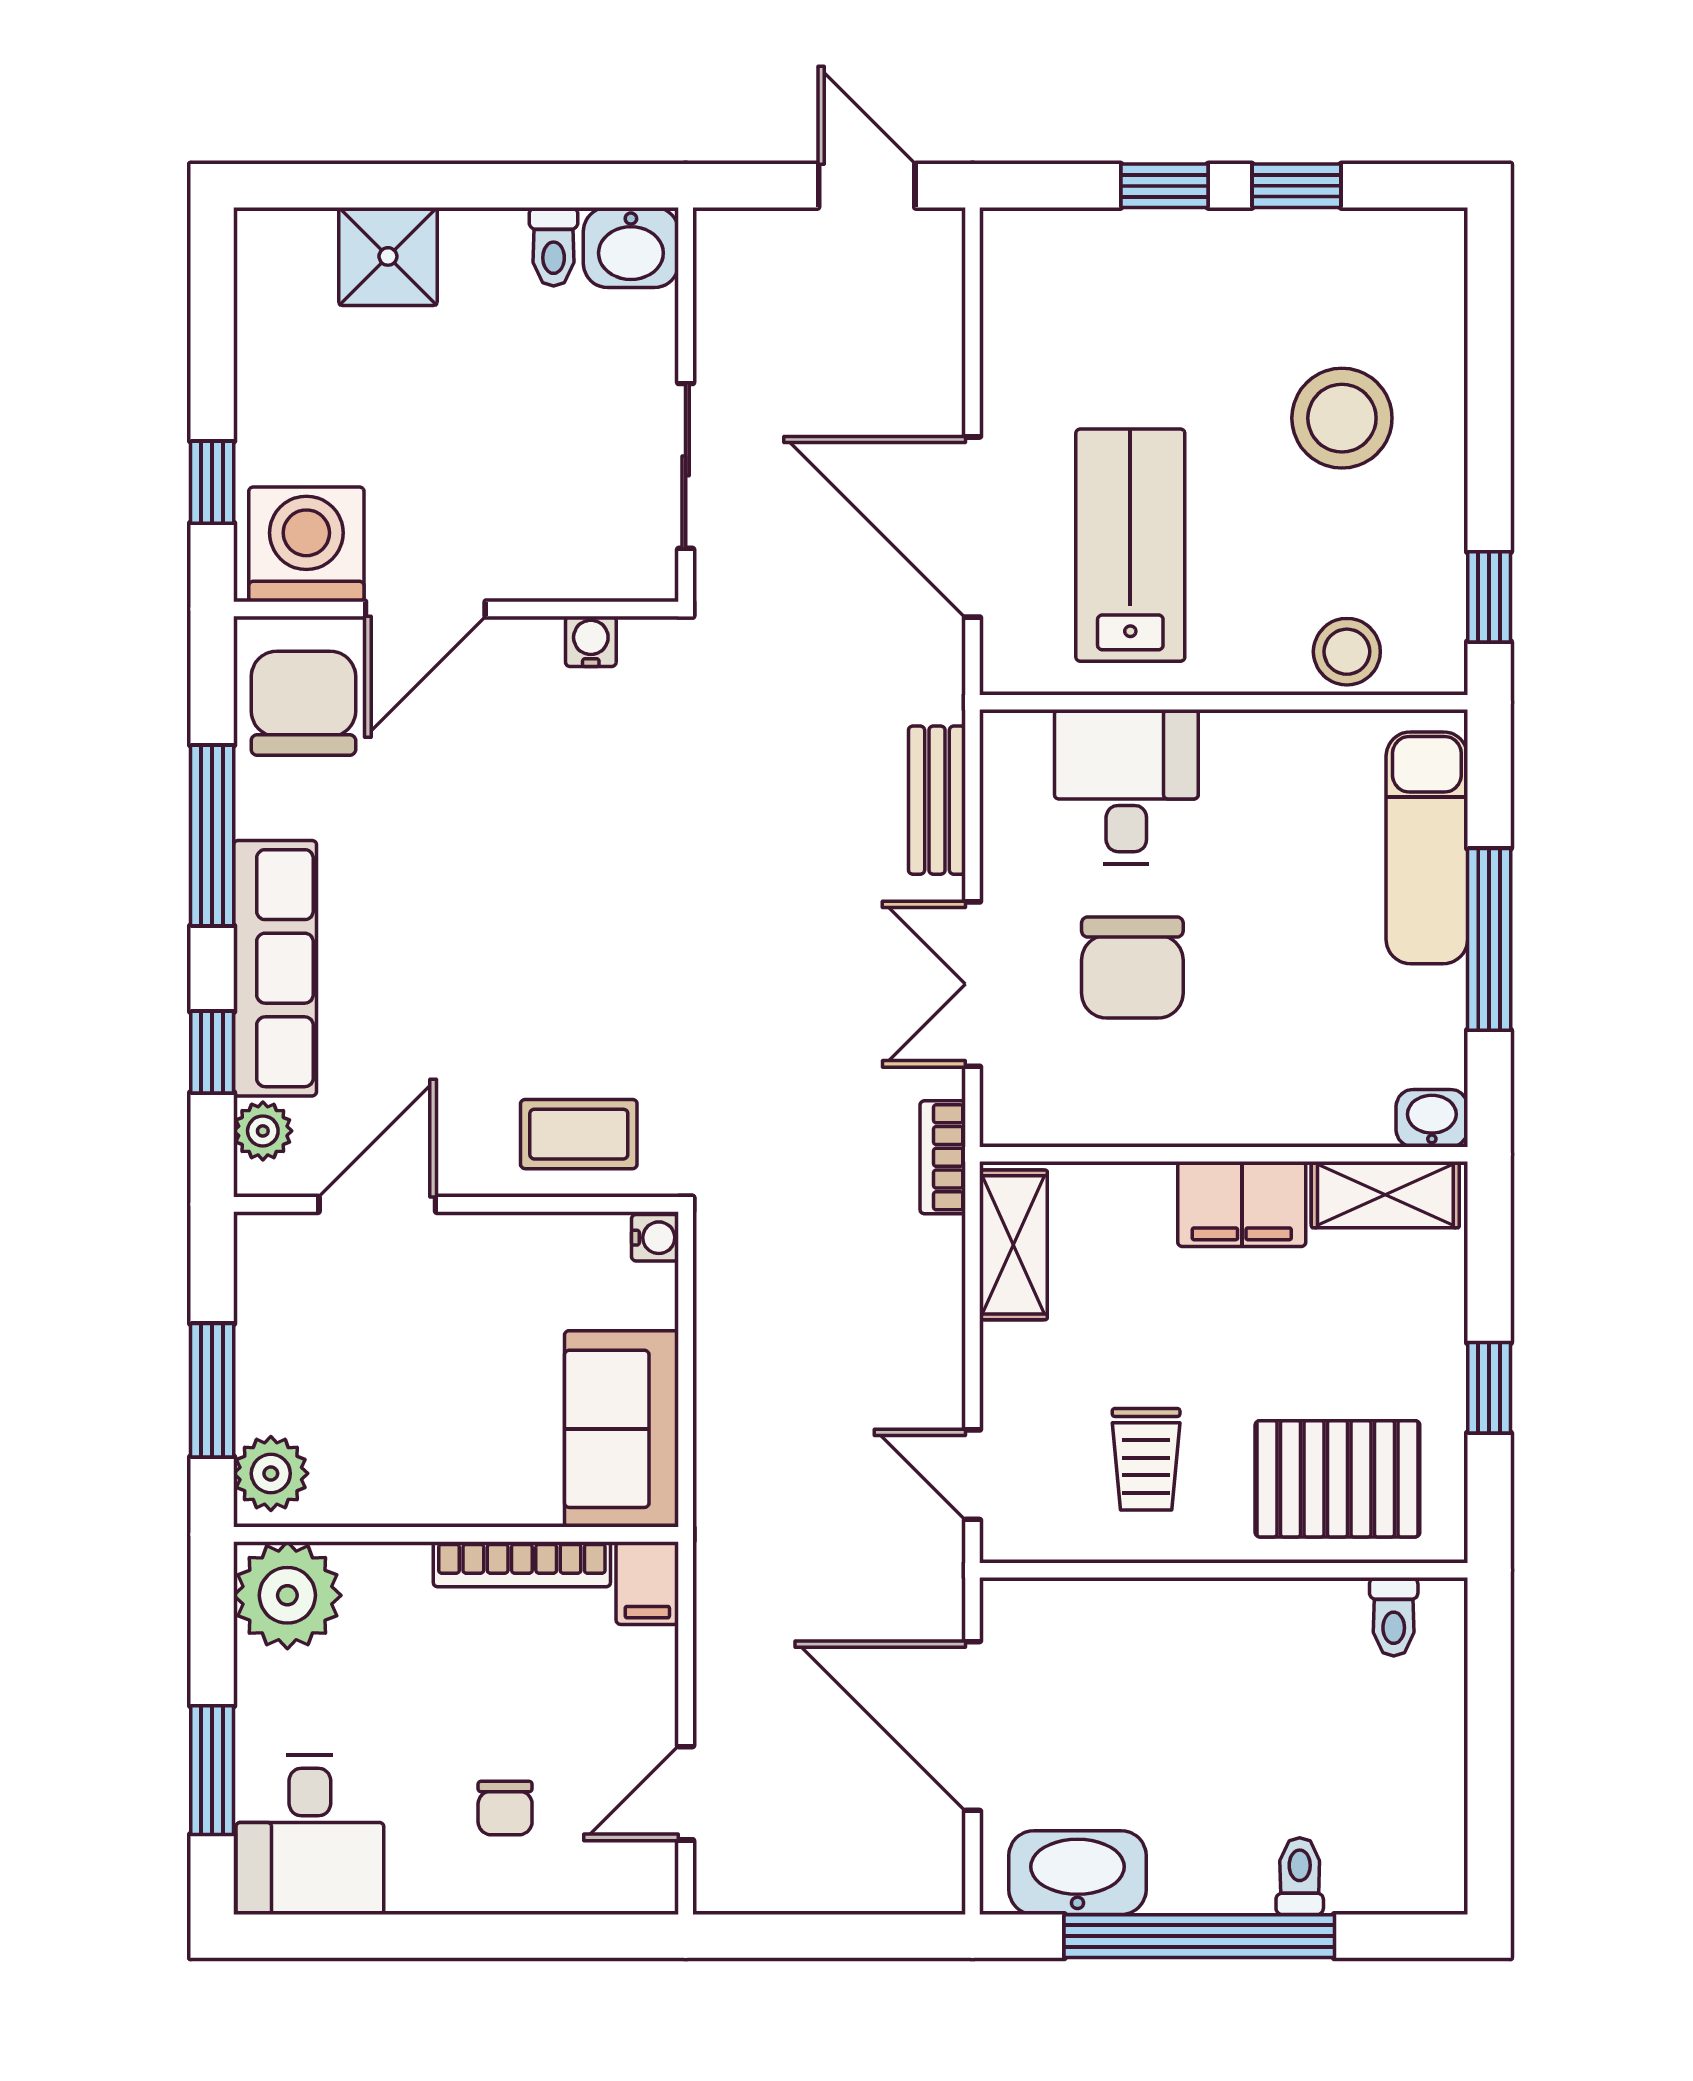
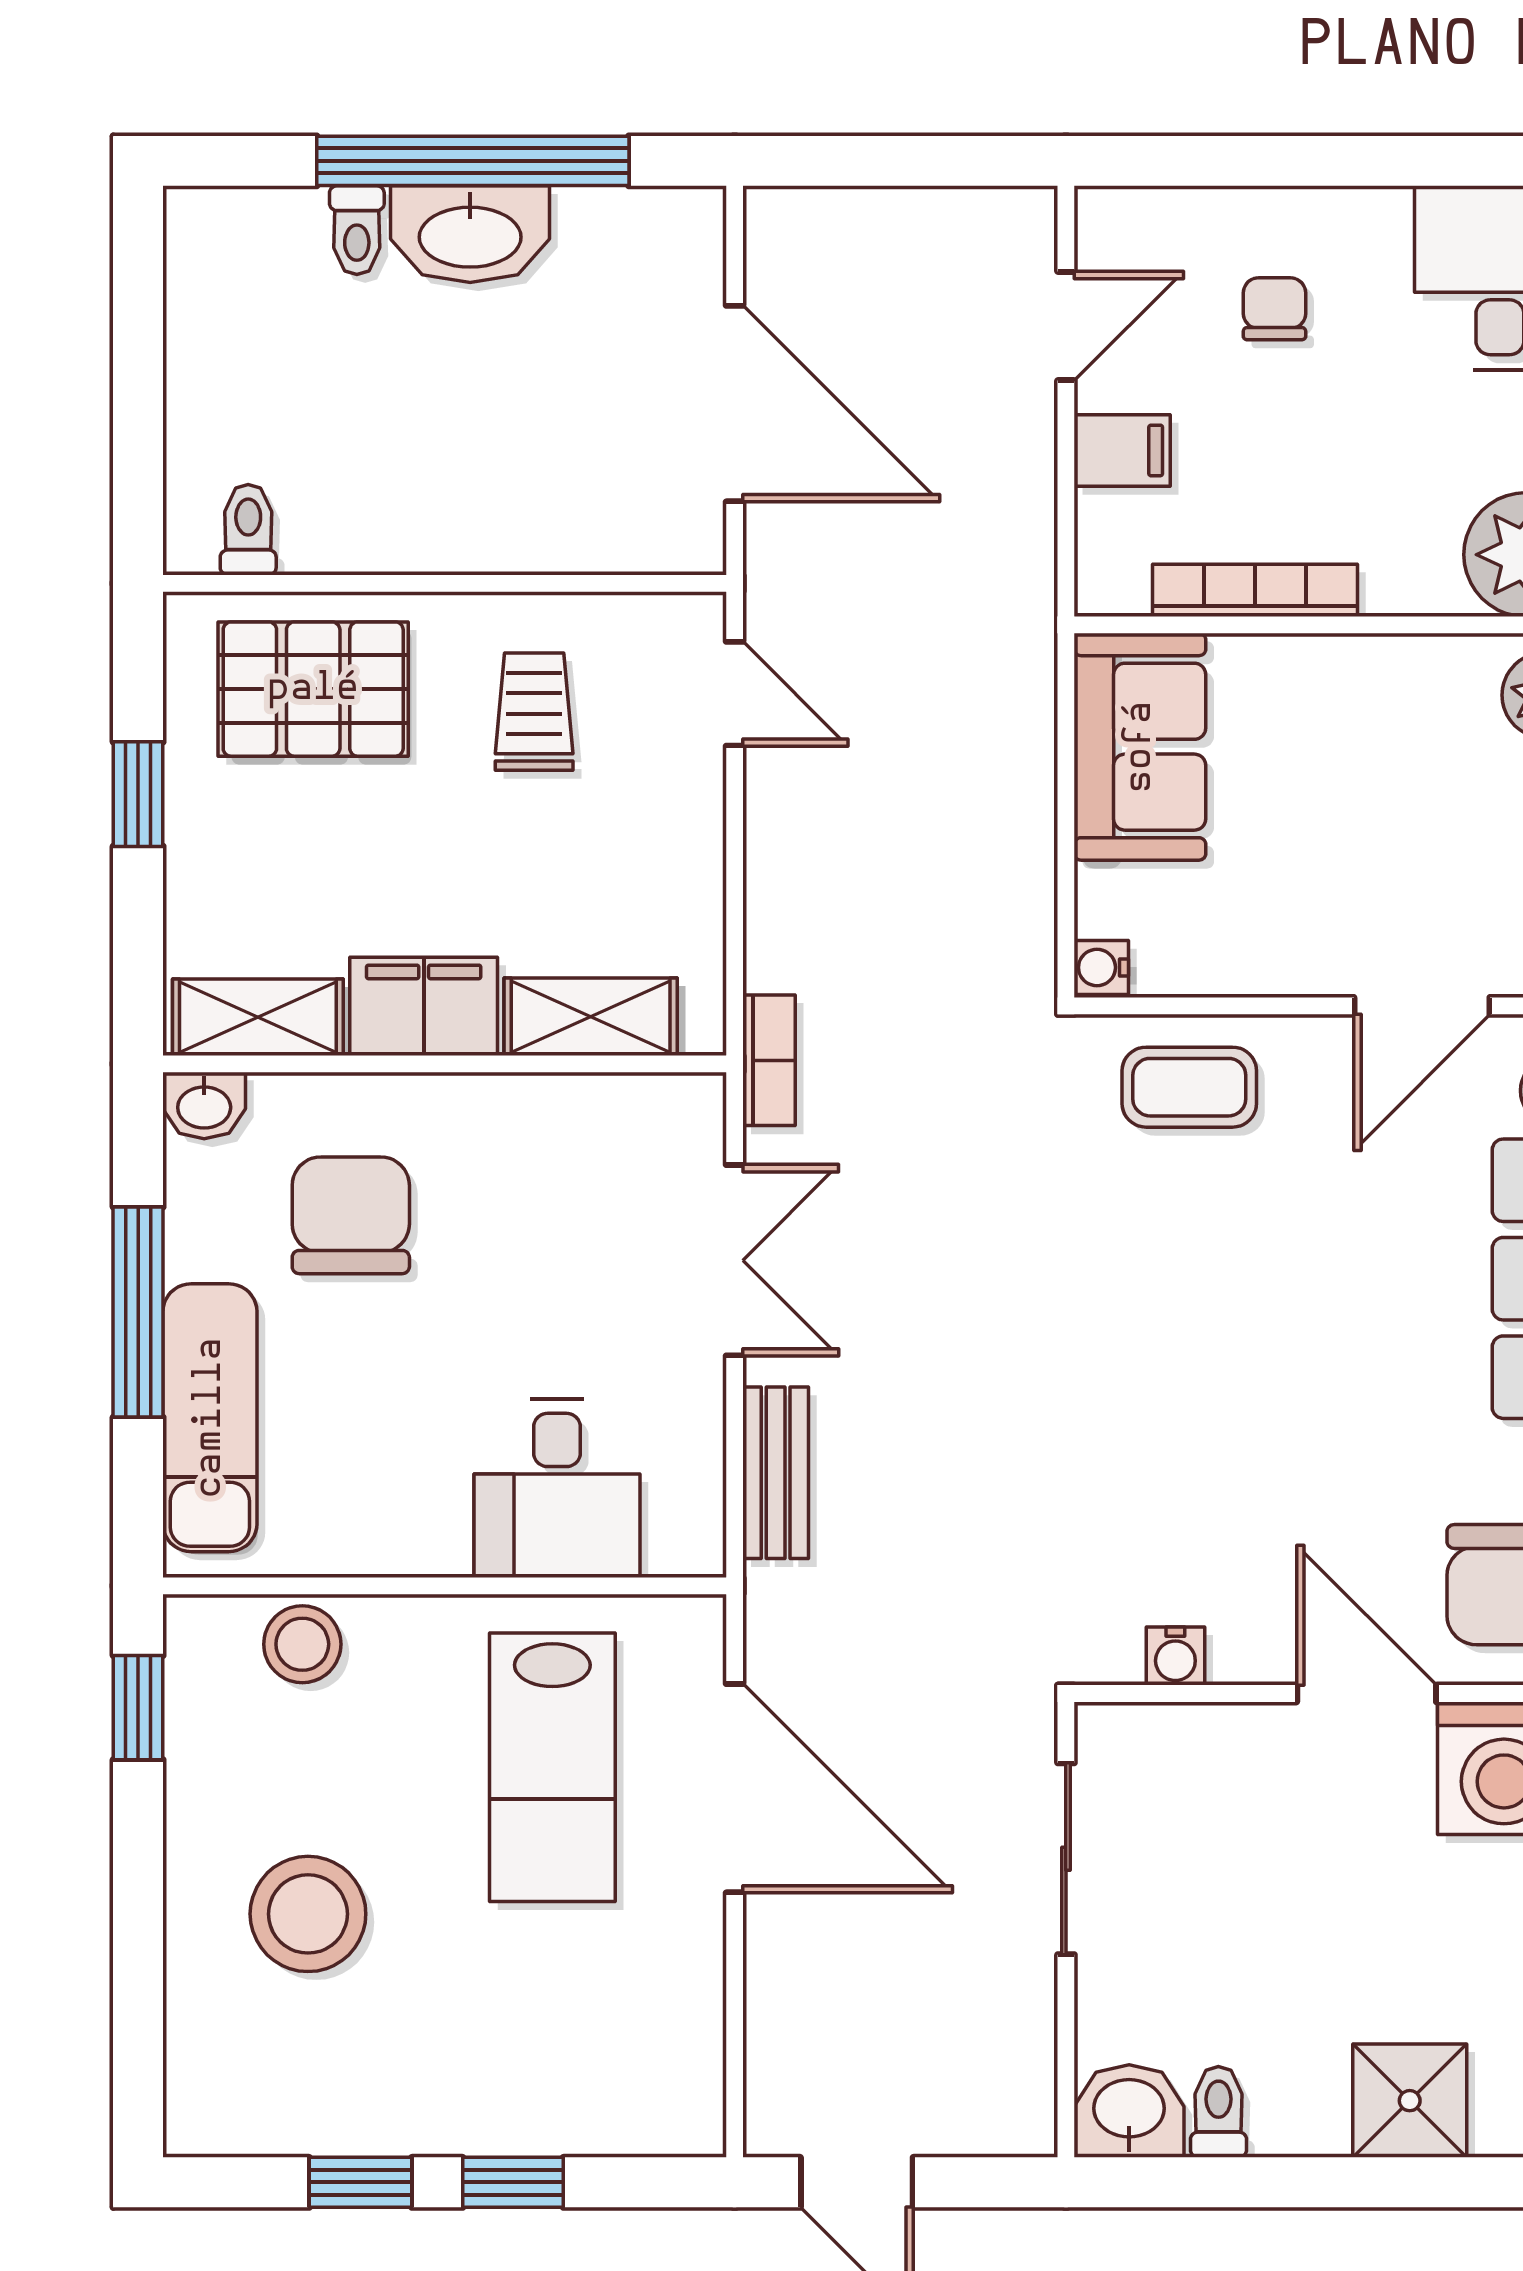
door: (425, 609) -> (1367, 1694), hinge flipped
chair: (1132, 968) -> (351, 1215), moved
shelving: (1013, 1245) -> (591, 1017), moved, turned 90
filing cabinet: (647, 1583) -> (1122, 450), moved, turned 90
washbasin: (1078, 1873) -> (470, 234), moved

